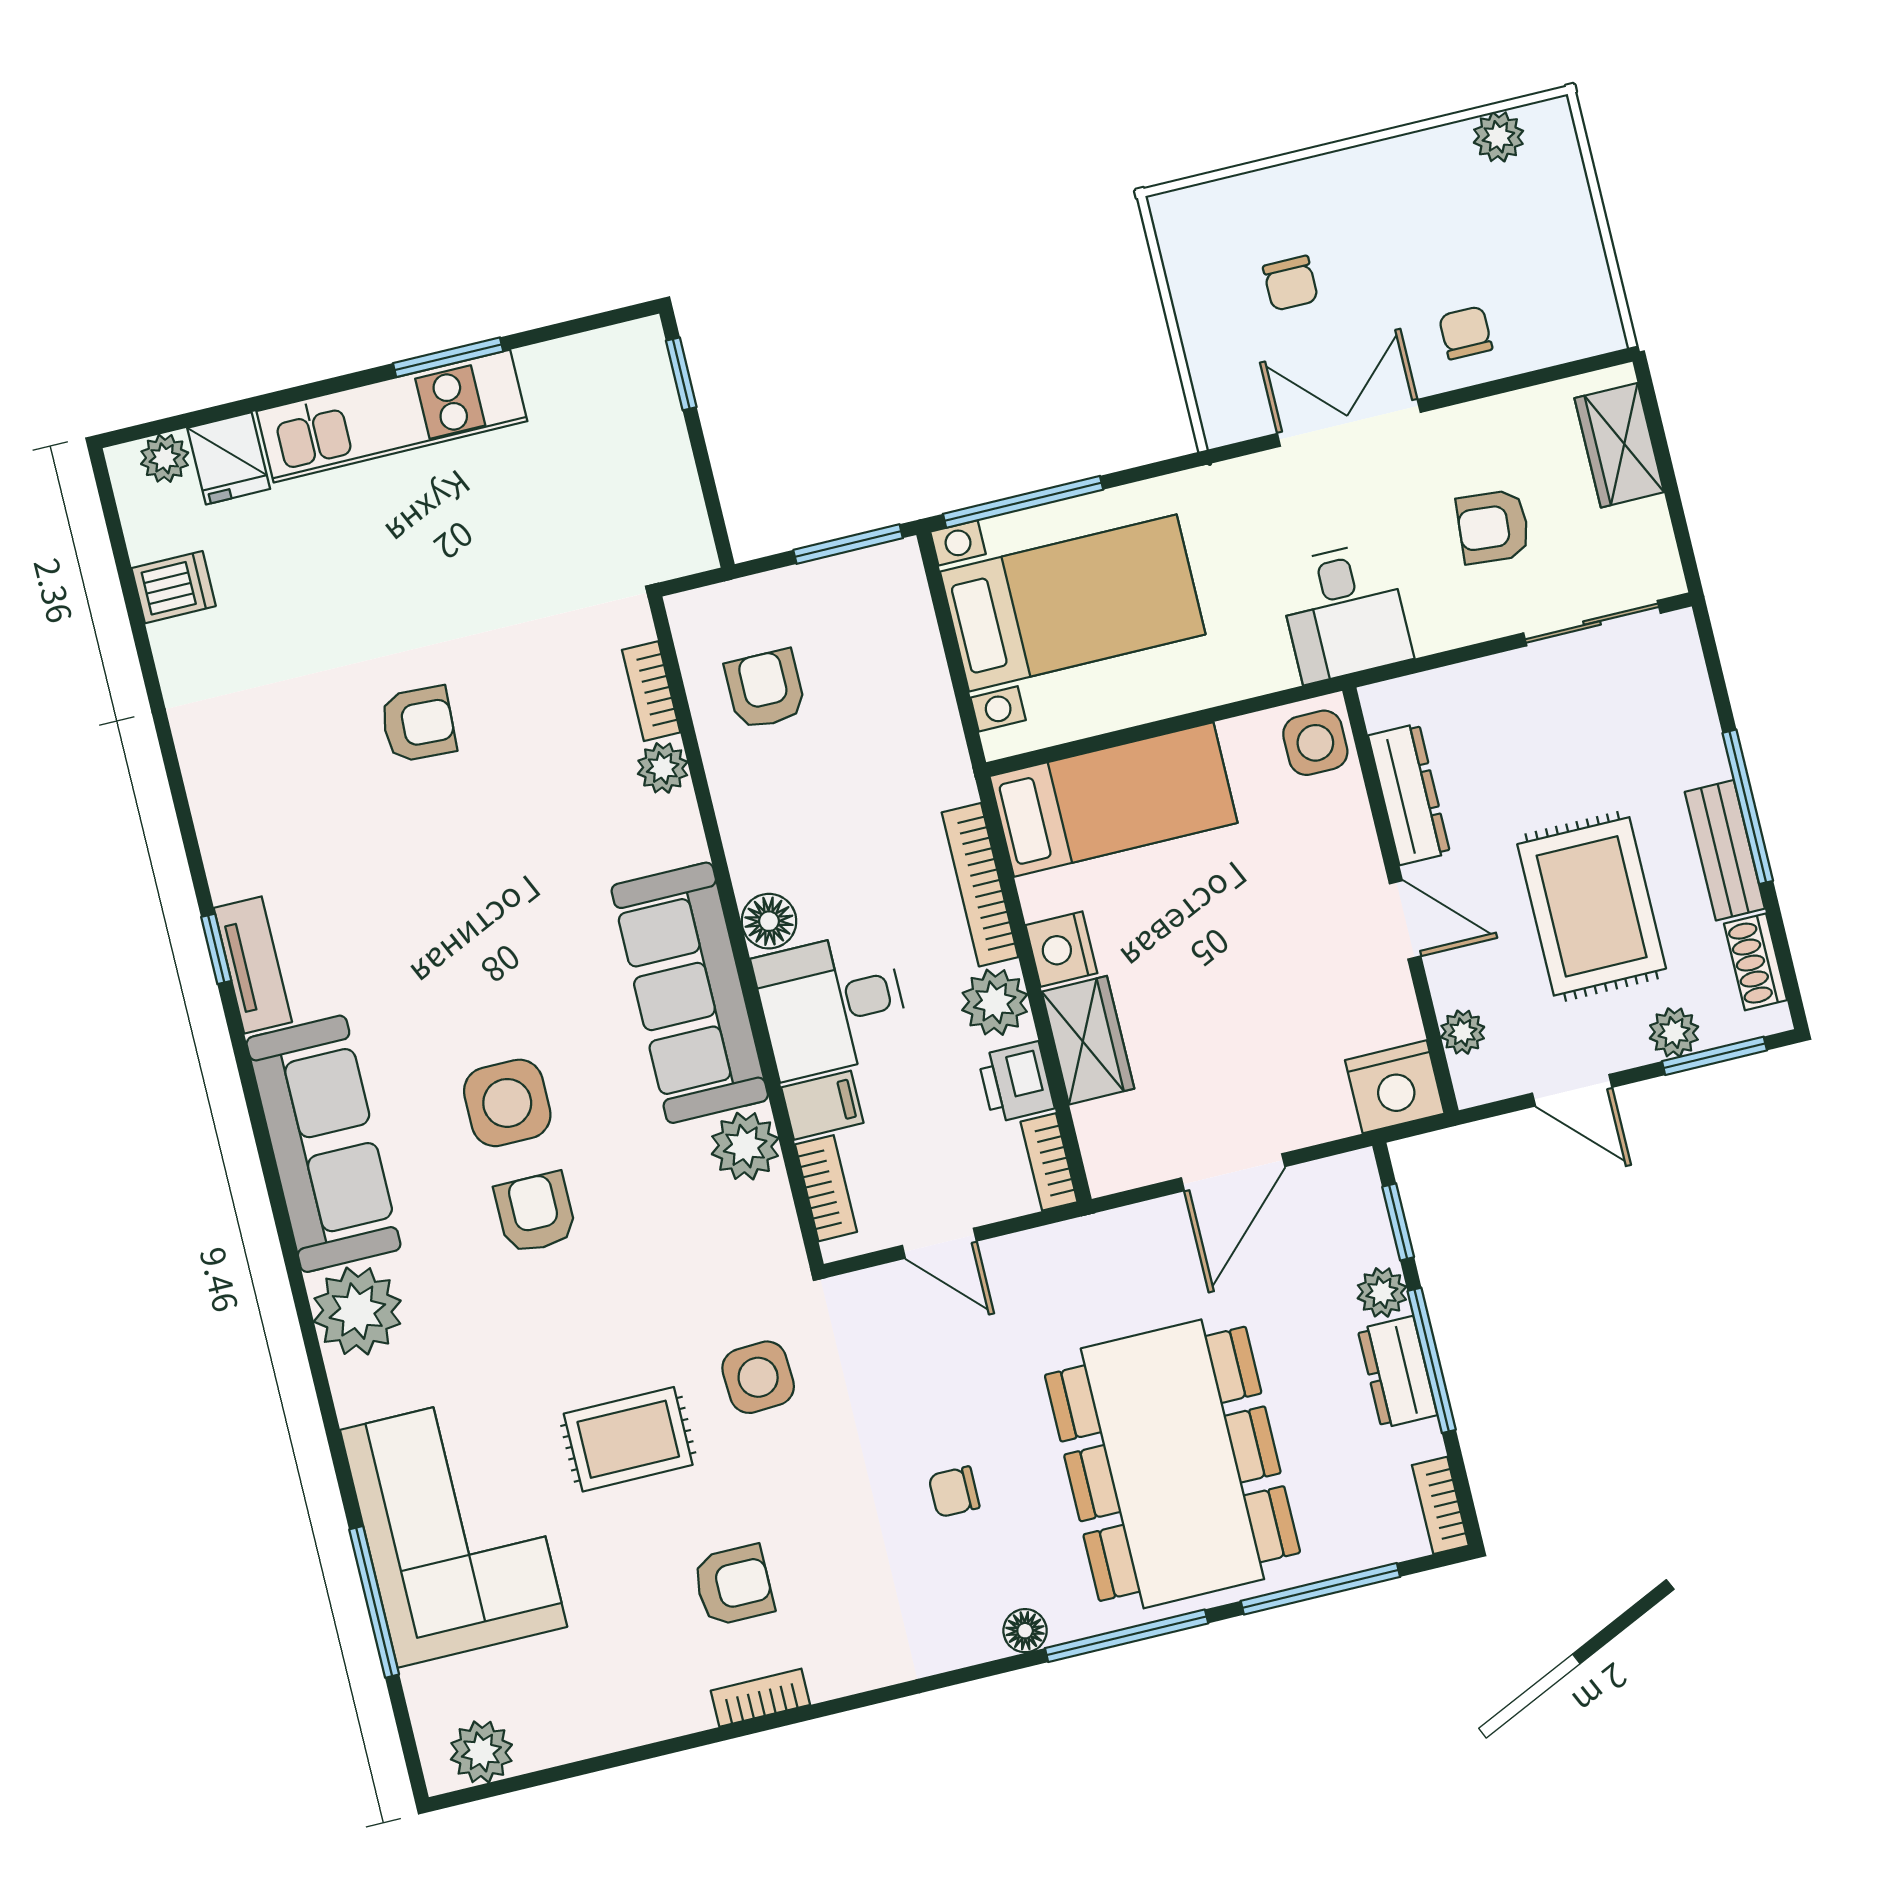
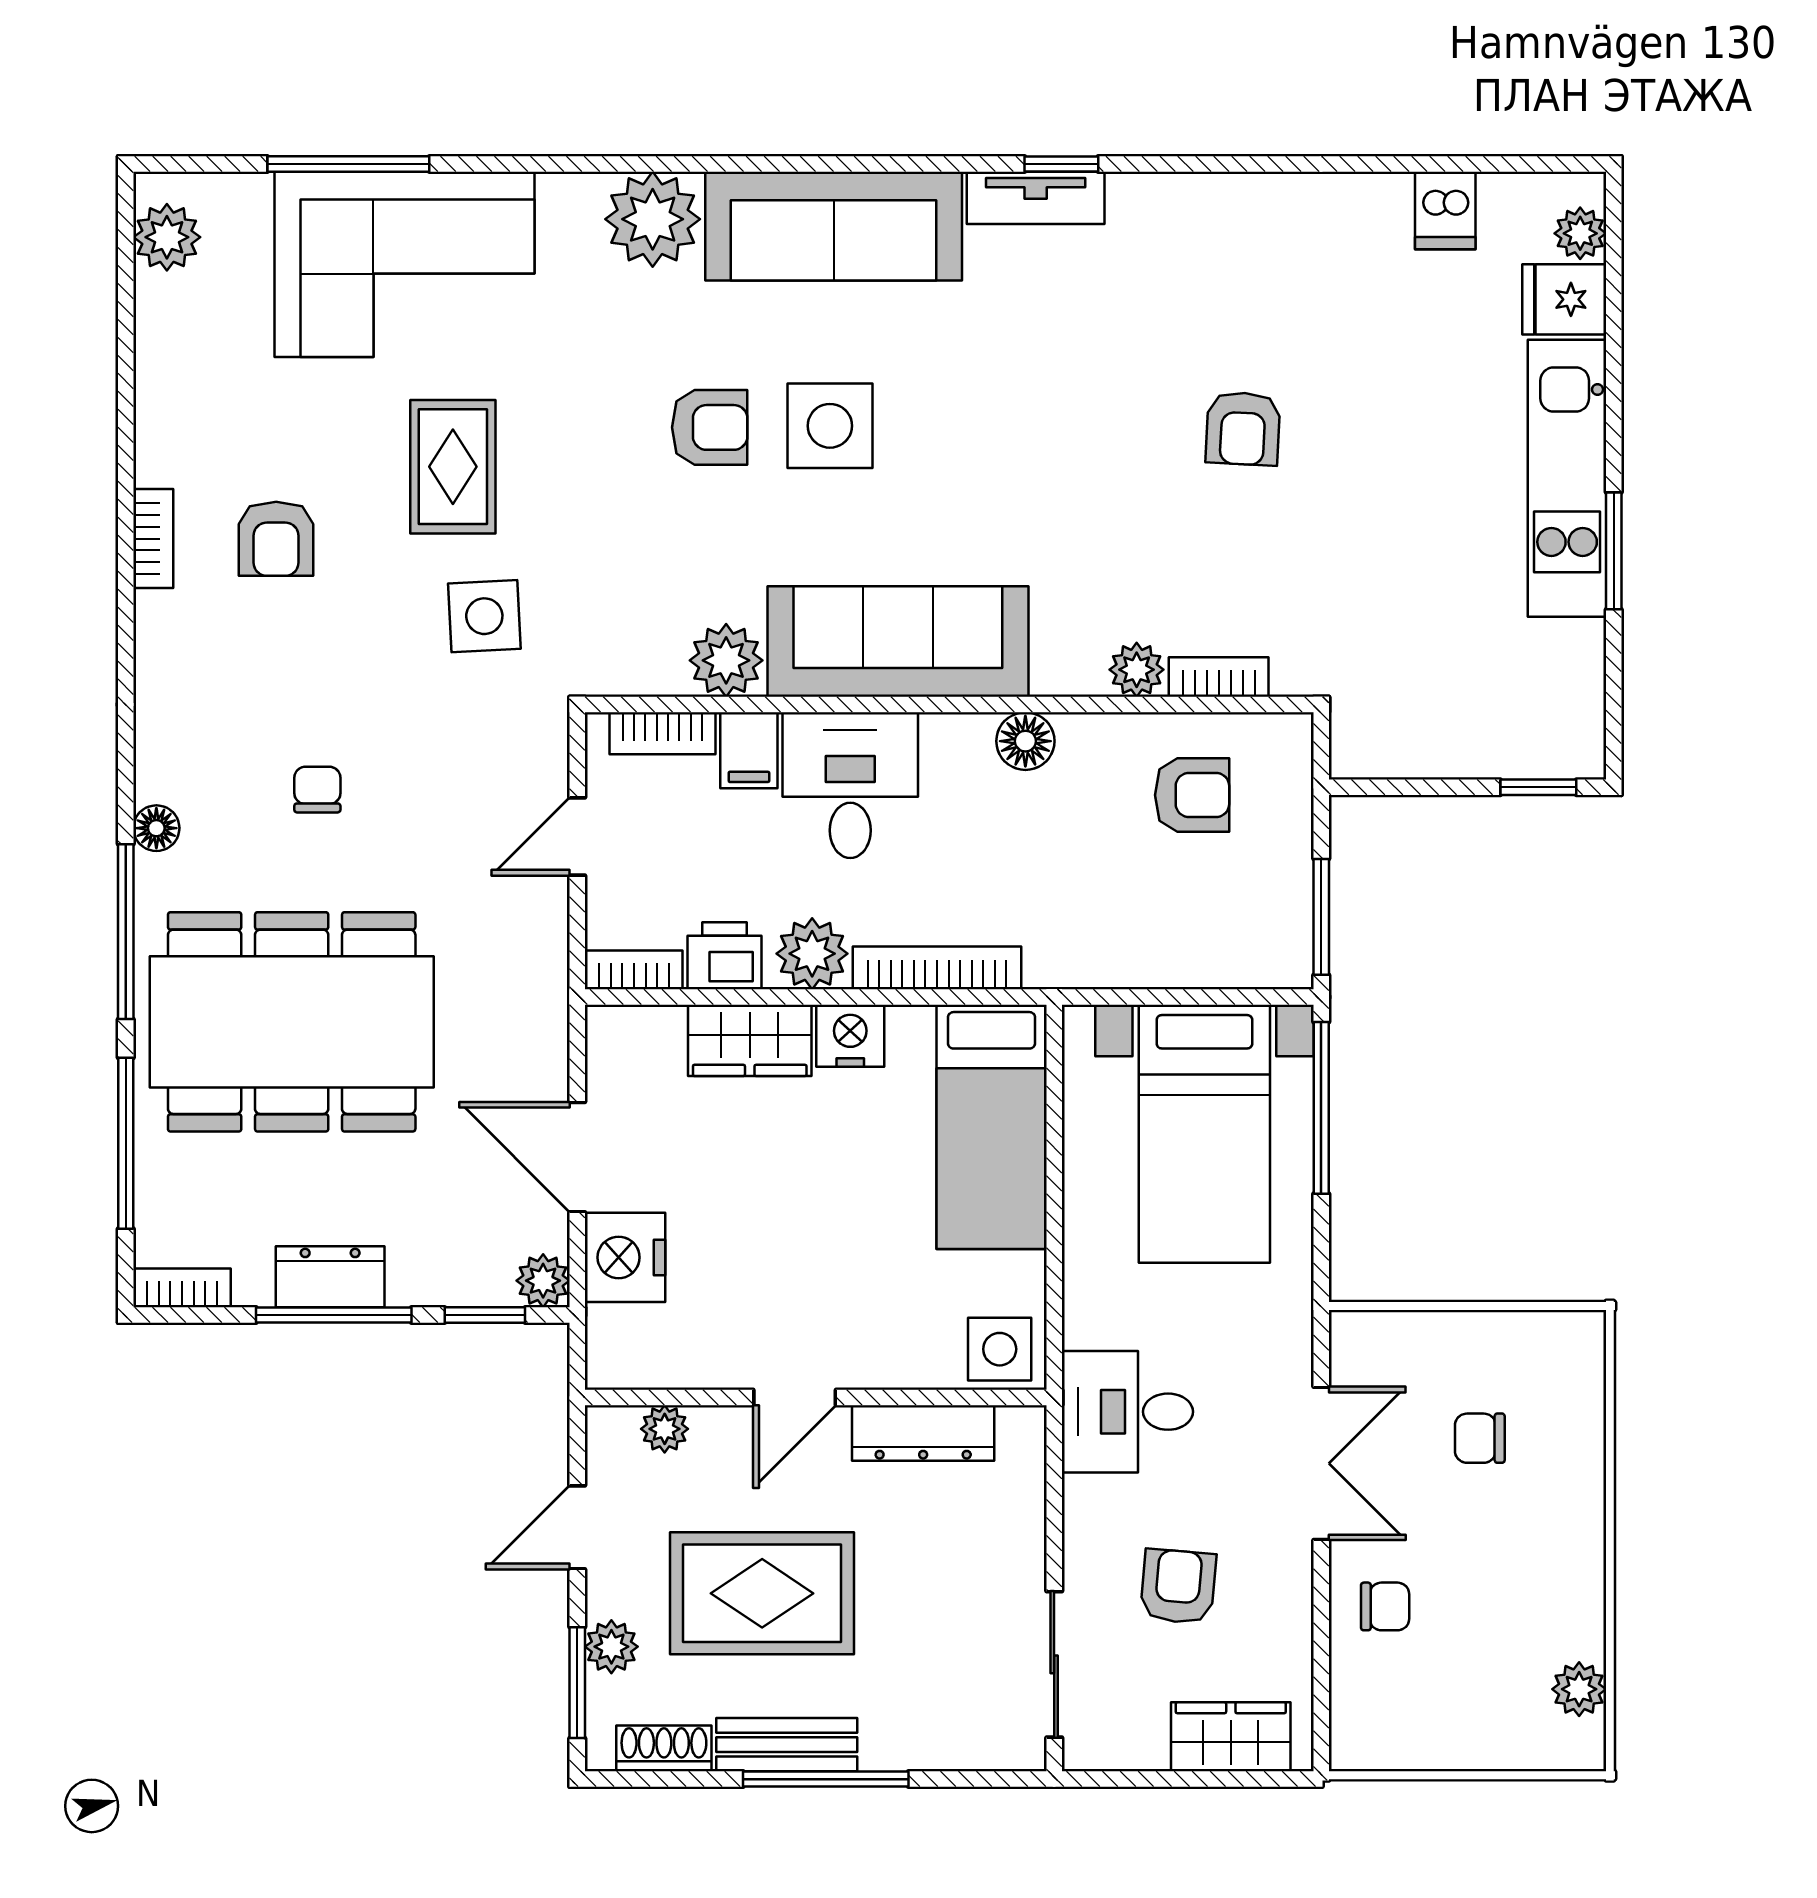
floor lamp: (769, 921) -> (1025, 741), moved
nightstand: (1395, 1087) -> (625, 1257), moved
plant: (1382, 1292) -> (543, 1281), moved

